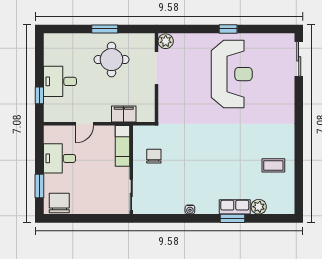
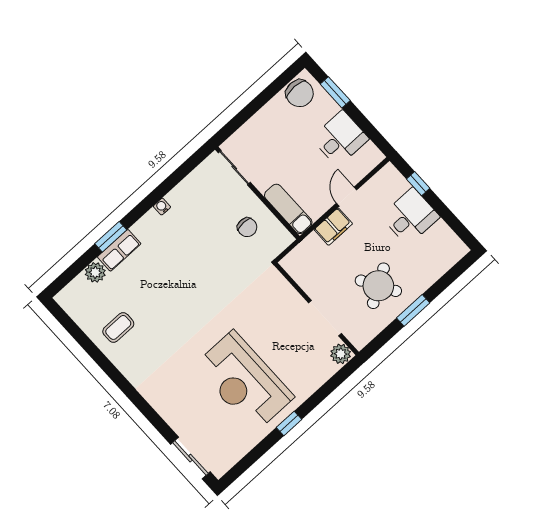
round table: (111, 60) -> (378, 286), turned -31
filing cabinet: (124, 114) -> (333, 227), moved

